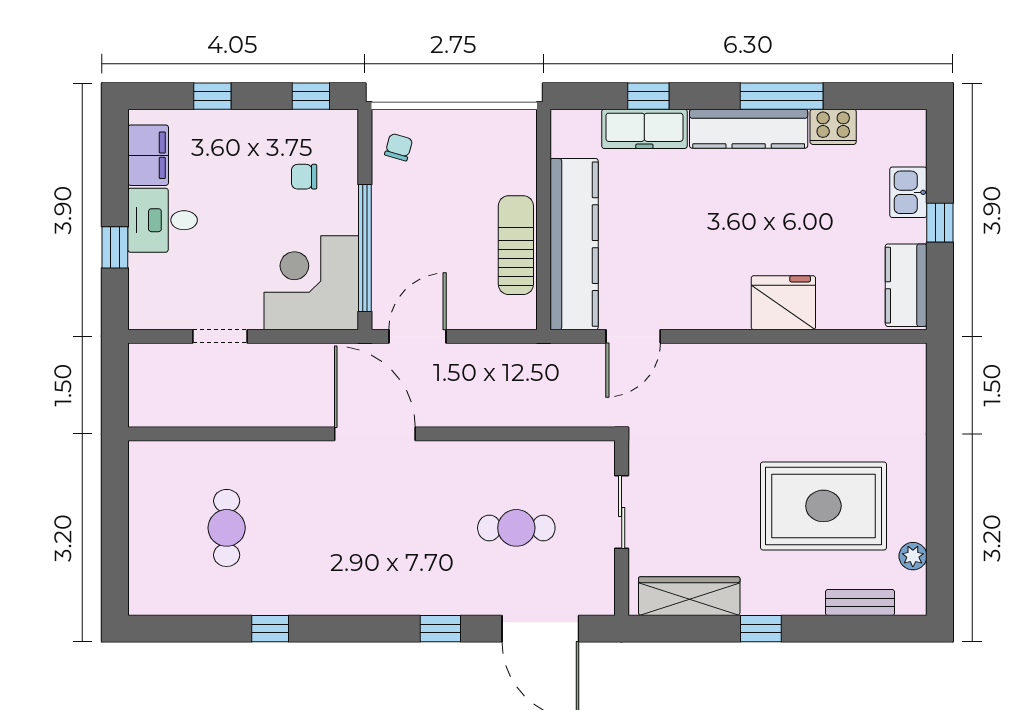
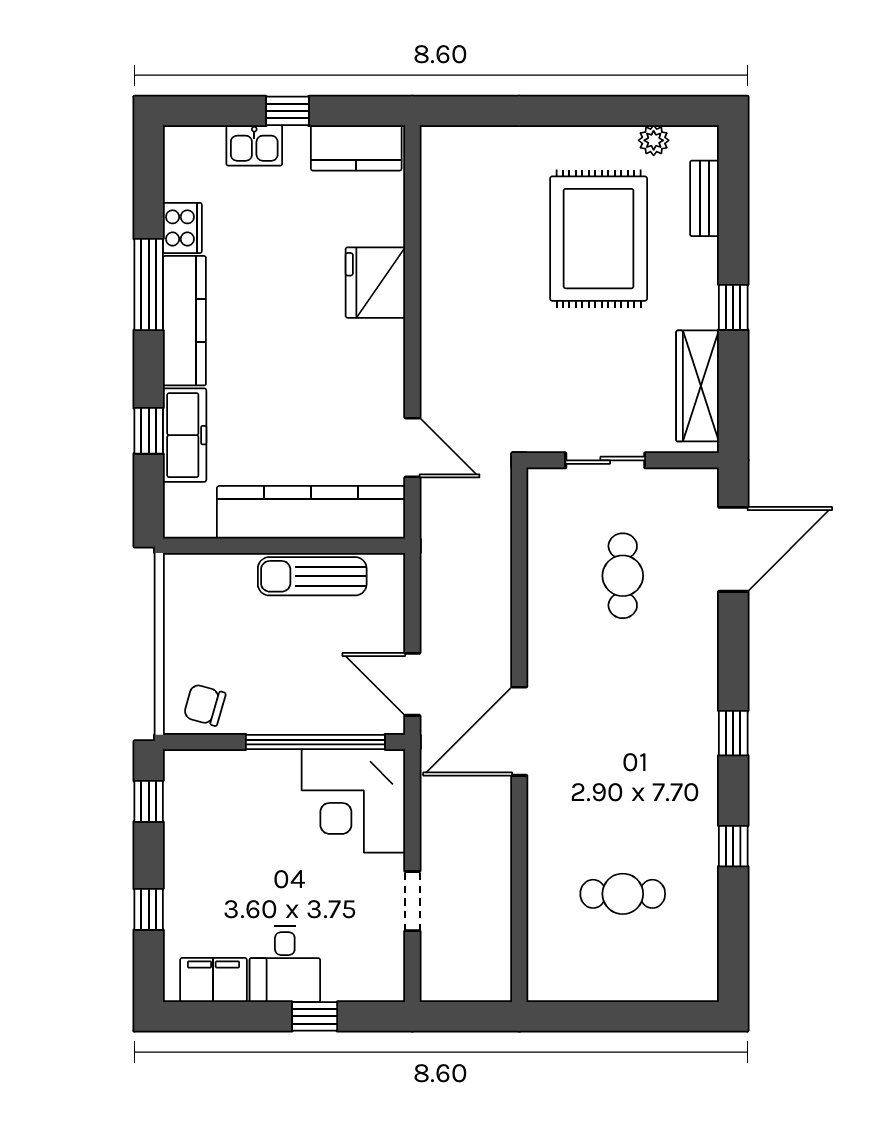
chair: (399, 147) -> (205, 705), width x1.37, depth x1.37
chair: (304, 177) -> (237, 809), removed
window: (440, 629) -> (733, 733), moved

